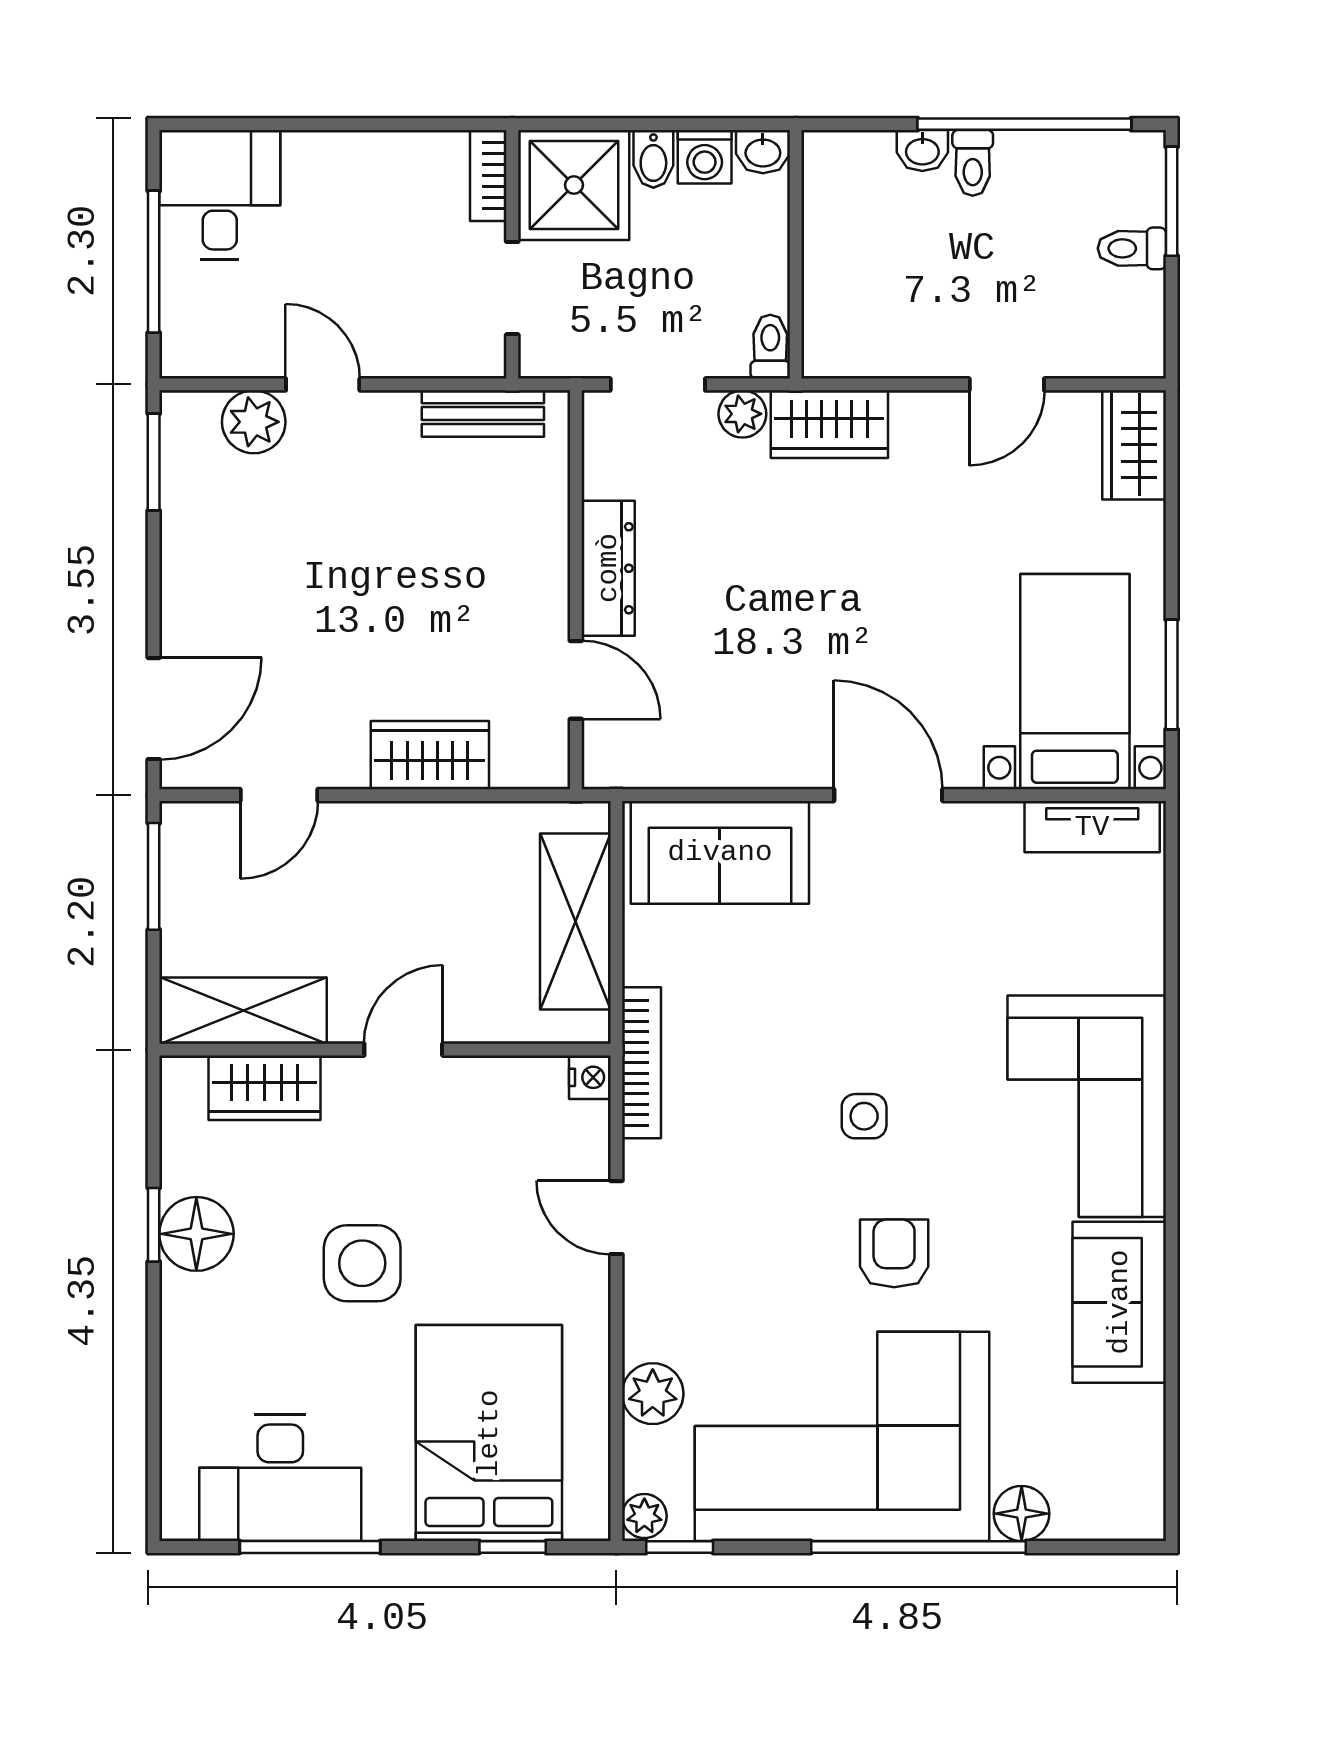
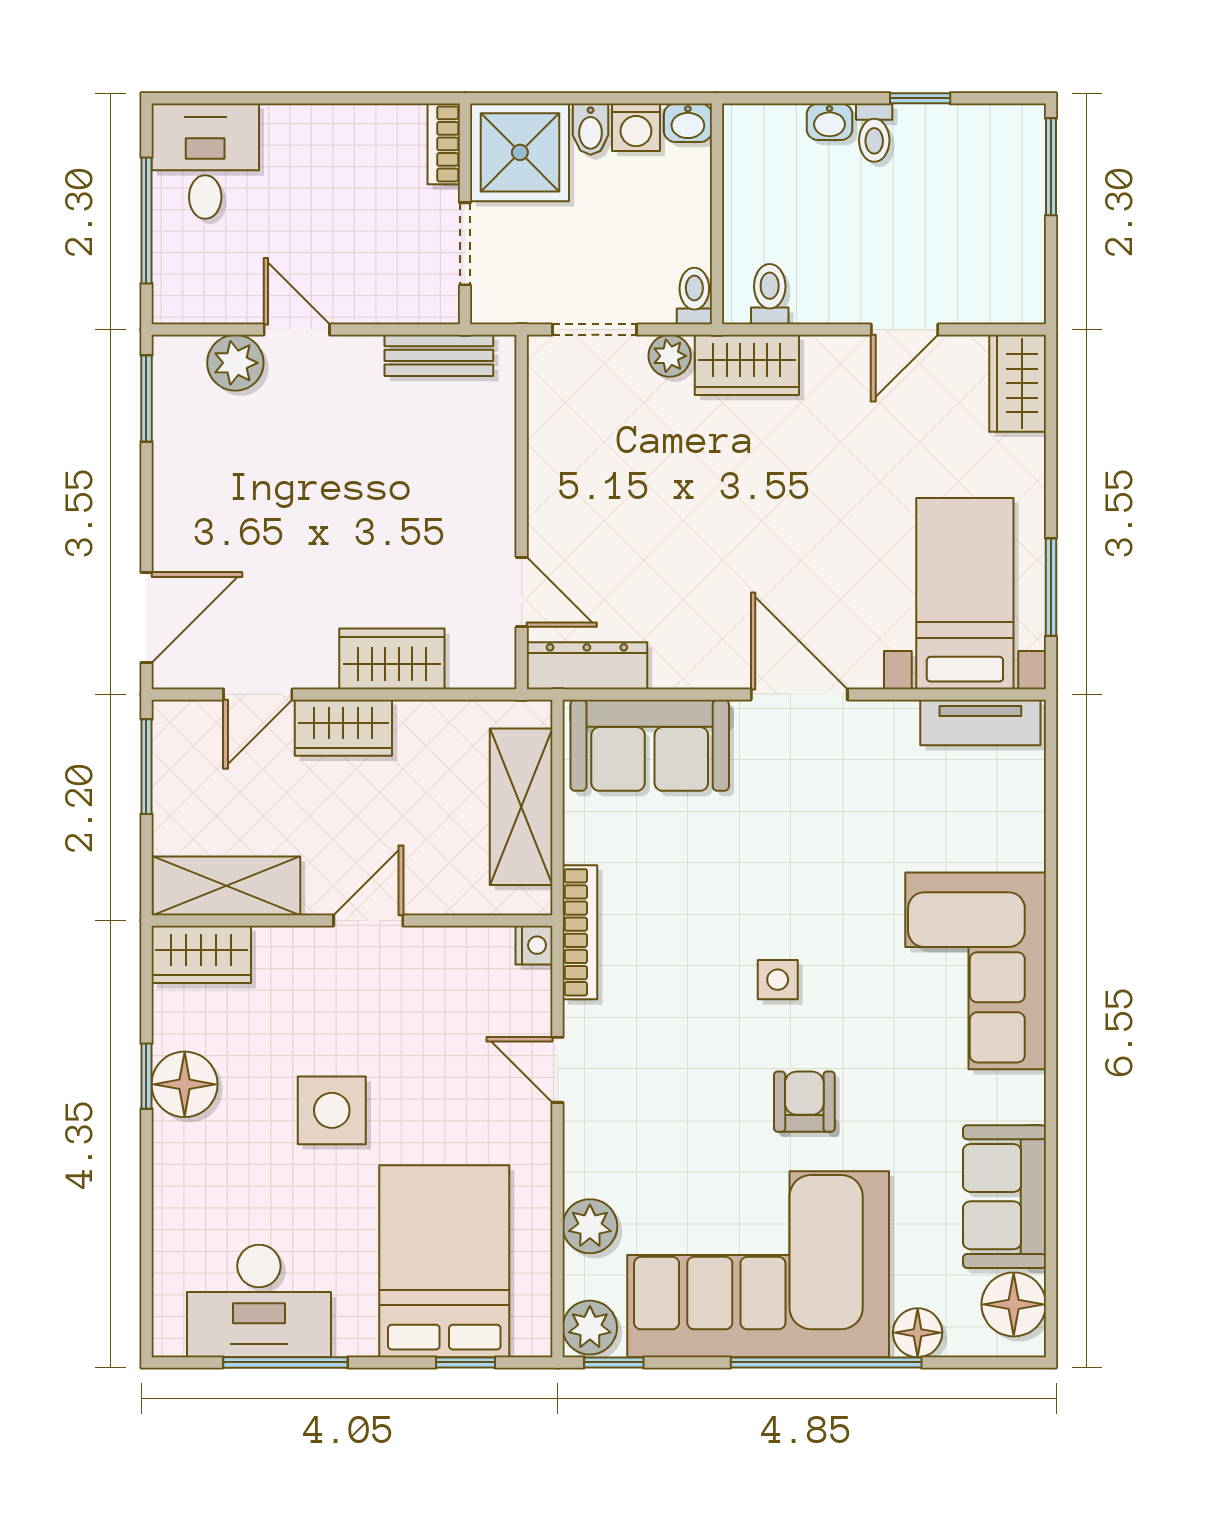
window: (1024, 124) -> (920, 98), width x0.32
toilet: (1132, 248) -> (770, 294), moved, turned 90
dresser: (608, 568) -> (587, 666), moved, turned -90
wardrobe: (375, 833) -> (343, 728), added
wardrobe: (264, 1088) -> (201, 954), moved
sofa: (1119, 1302) -> (1004, 1197), moved
floor lamp: (1130, 1482) -> (1014, 1304), added
plant: (644, 1516) -> (590, 1328), width x1.38, depth x1.38

